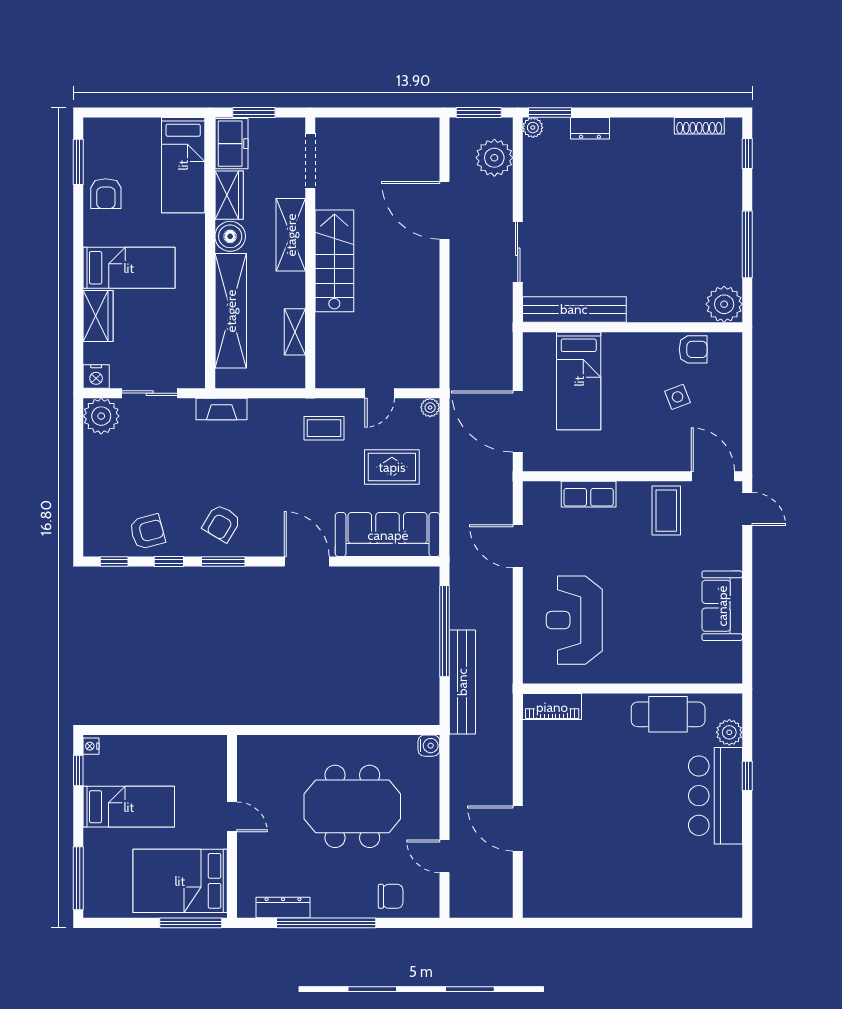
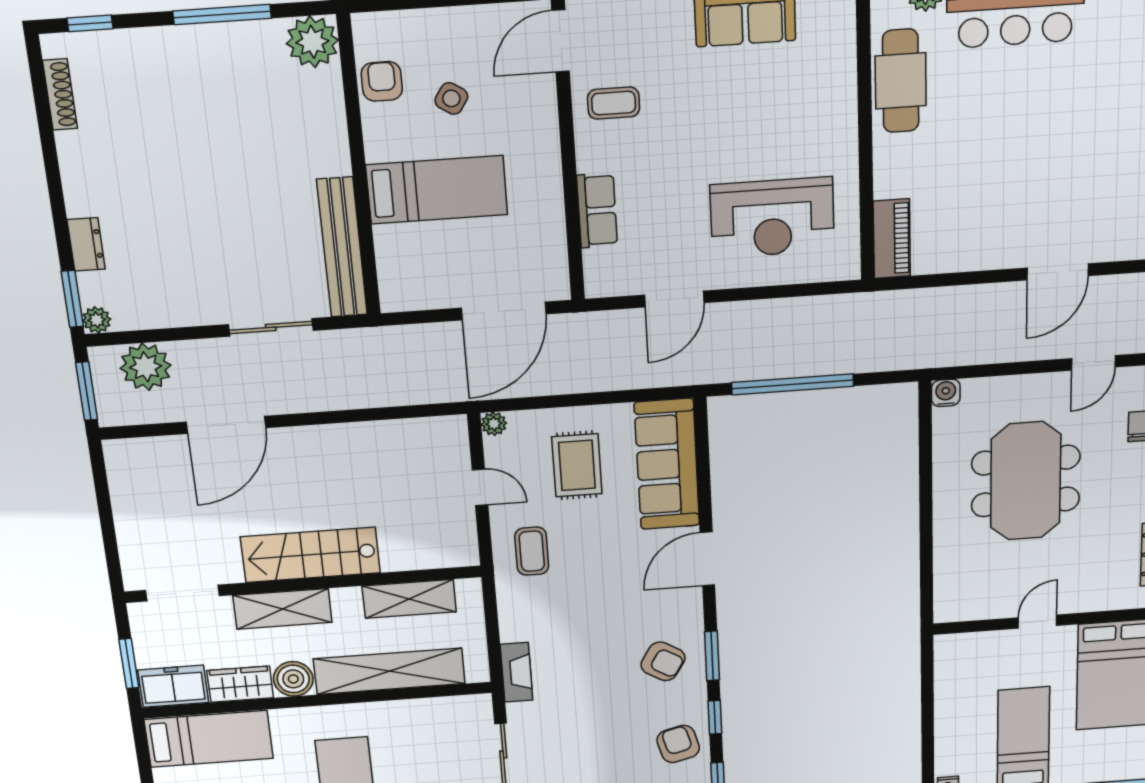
shelving: (295, 332) -> (409, 599), width x1.50, depth x1.33
bed: (579, 381) -> (437, 190), moved
side table: (678, 397) -> (451, 98), turned -36
coffee table: (666, 511) -> (614, 103), width x0.73, depth x0.77
bench: (462, 682) -> (860, 357), removed

